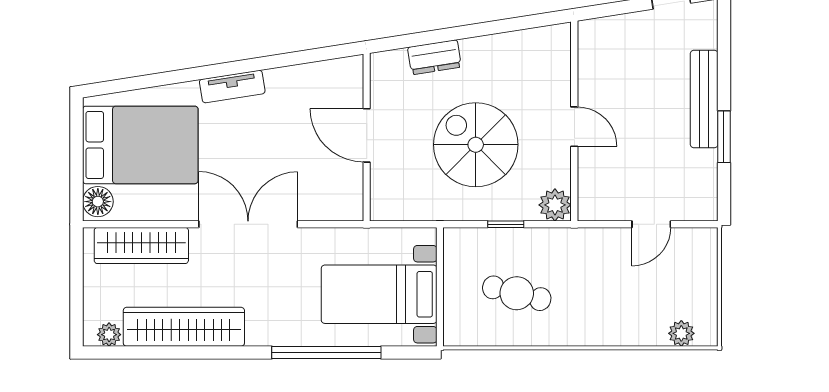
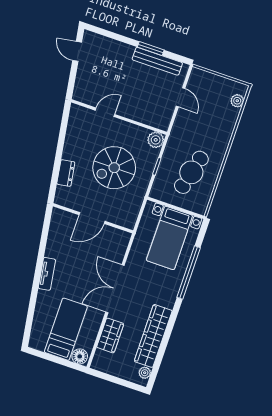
bench: (704, 99) -> (157, 61), moved
door: (574, 127) -> (105, 112), moved
bed: (140, 145) -> (66, 329), width x0.67
wardrobe: (141, 245) -> (110, 335), width x0.67
cafe table: (517, 293) -> (191, 172), width x1.37, depth x1.35

